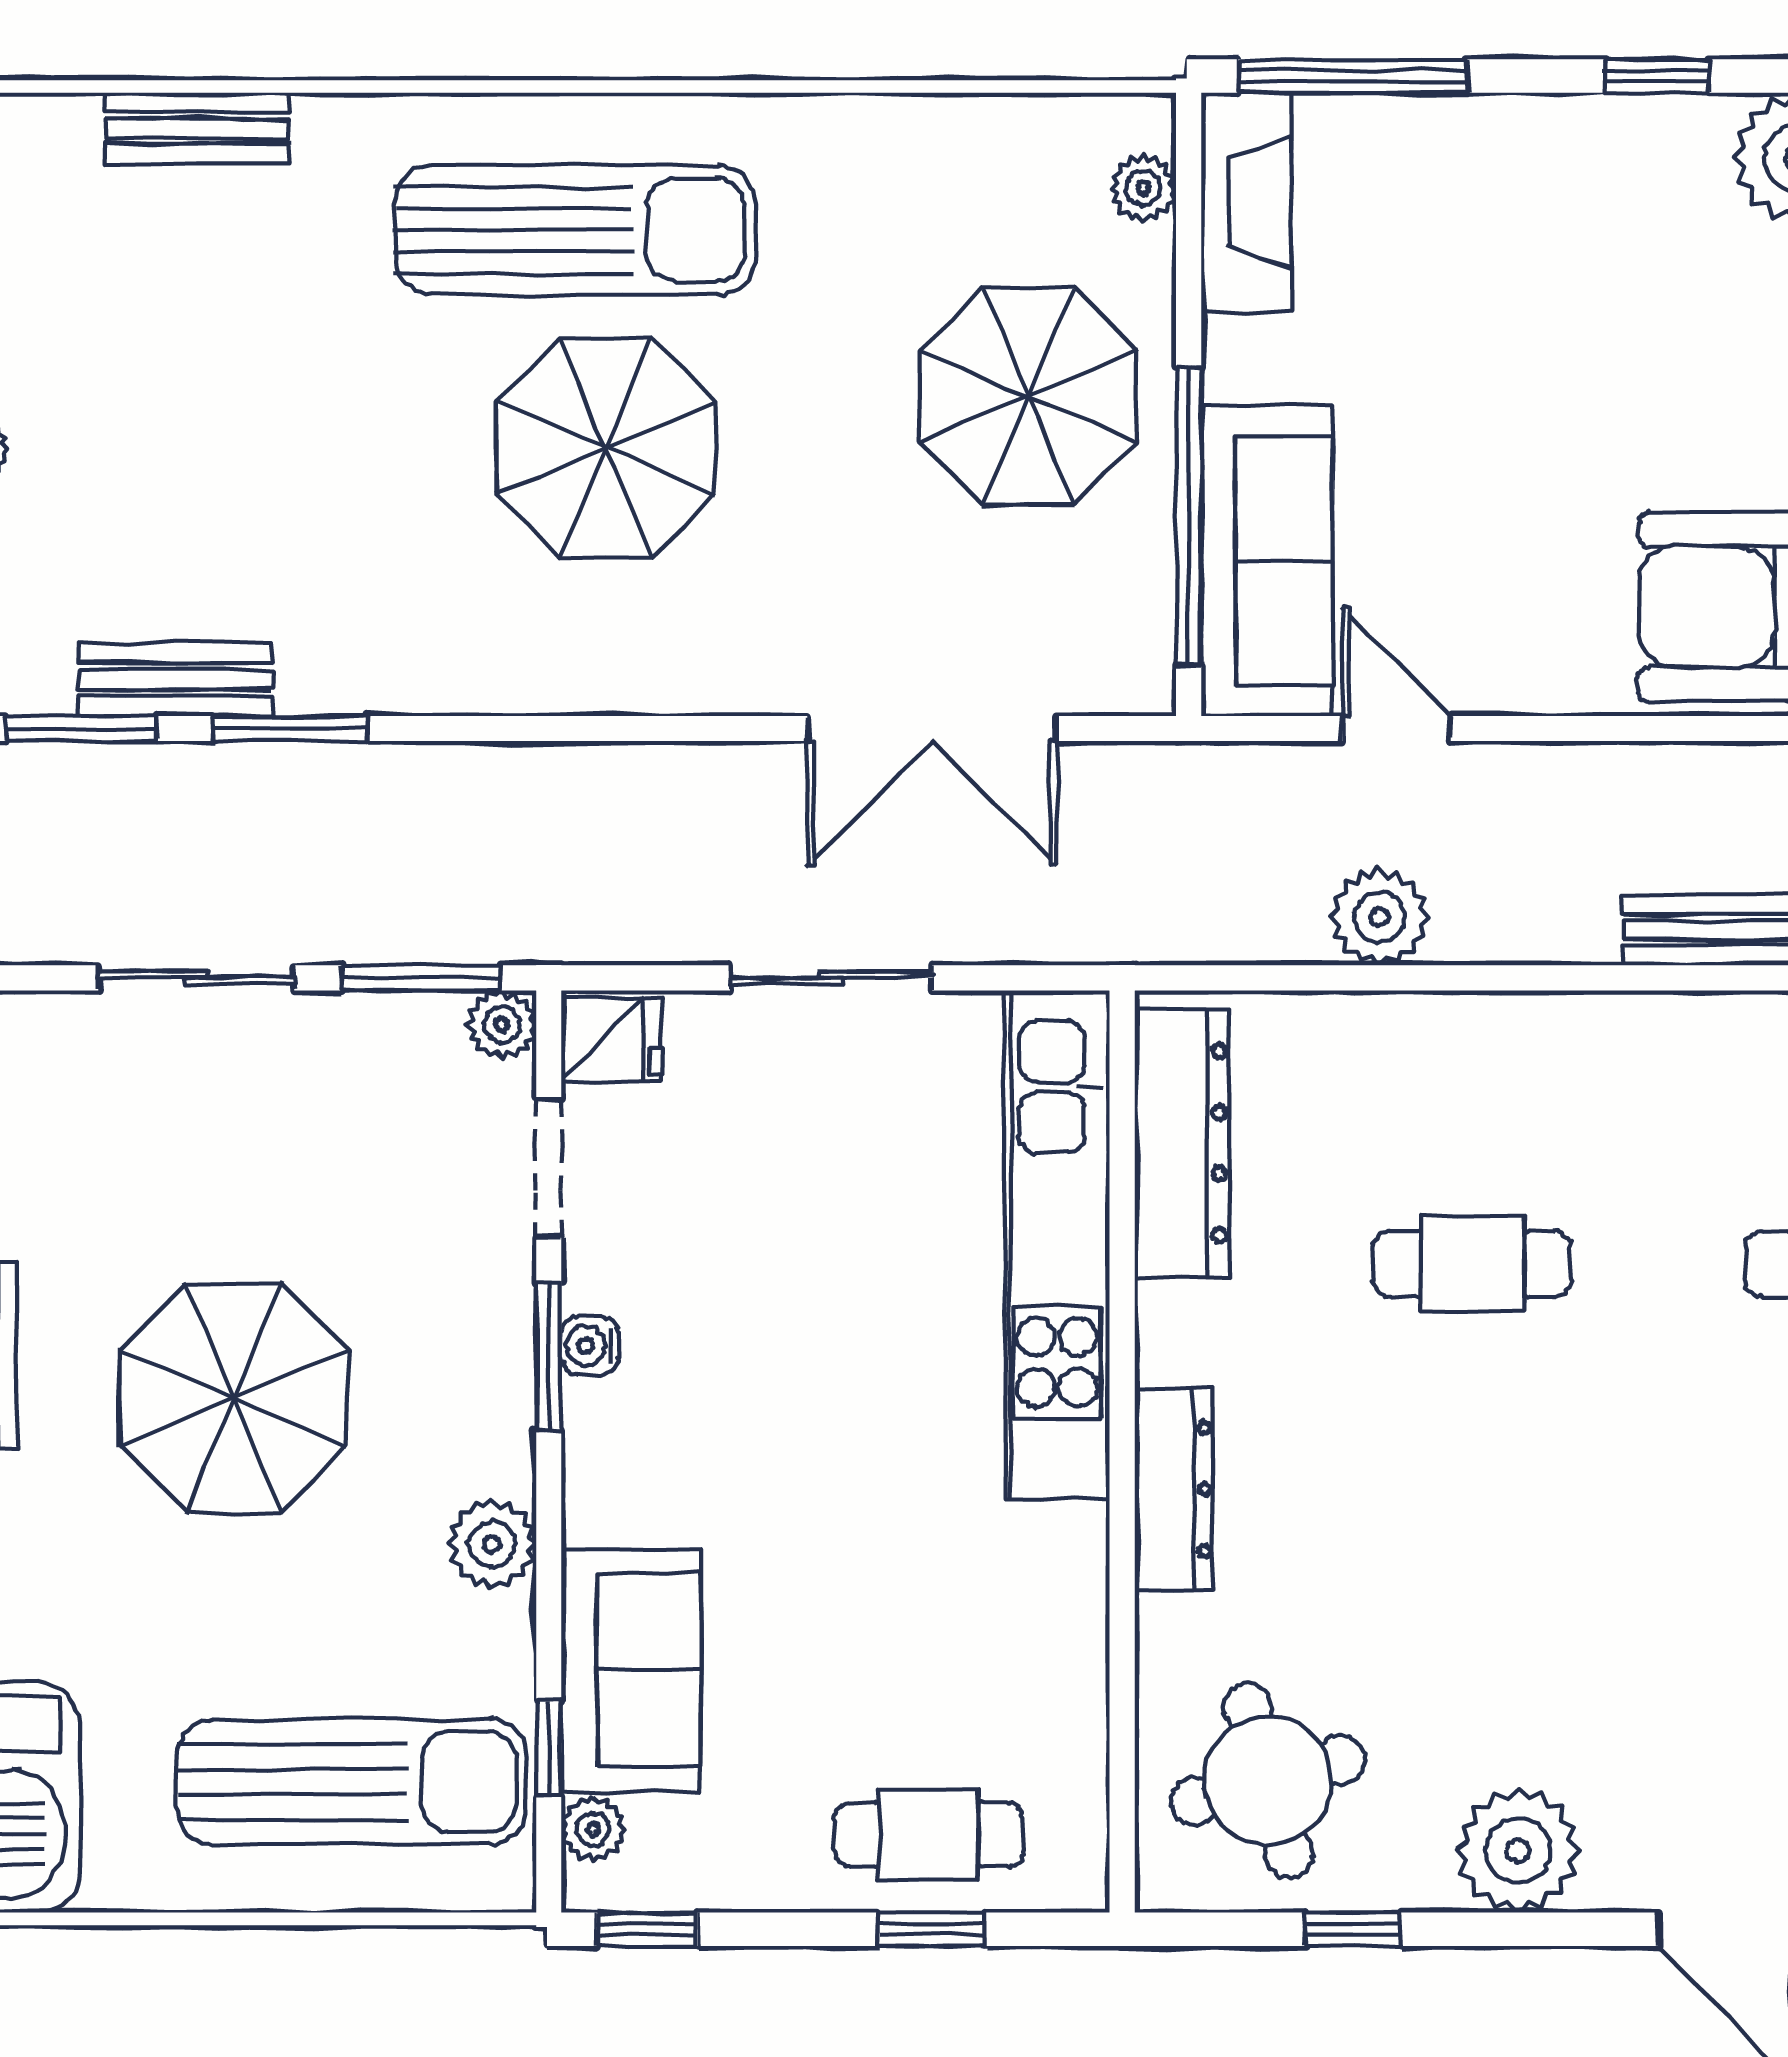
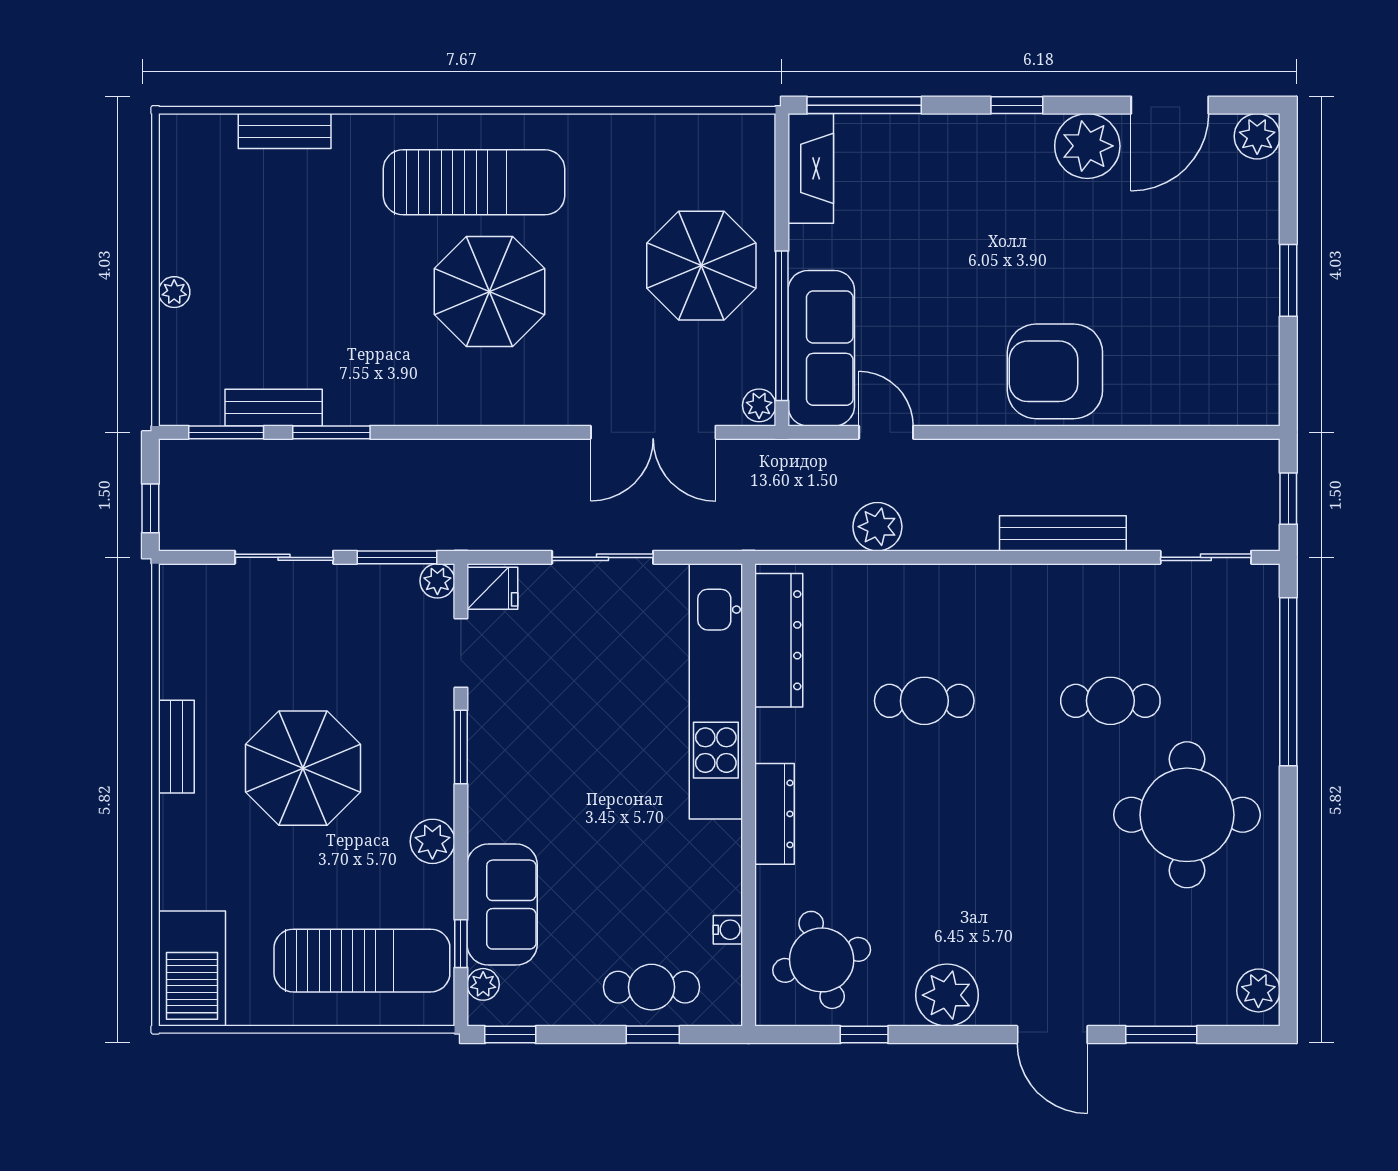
plant: (1143, 188) -> (759, 405), moved
water cooler: (590, 1346) -> (728, 930), moved, turned 180

